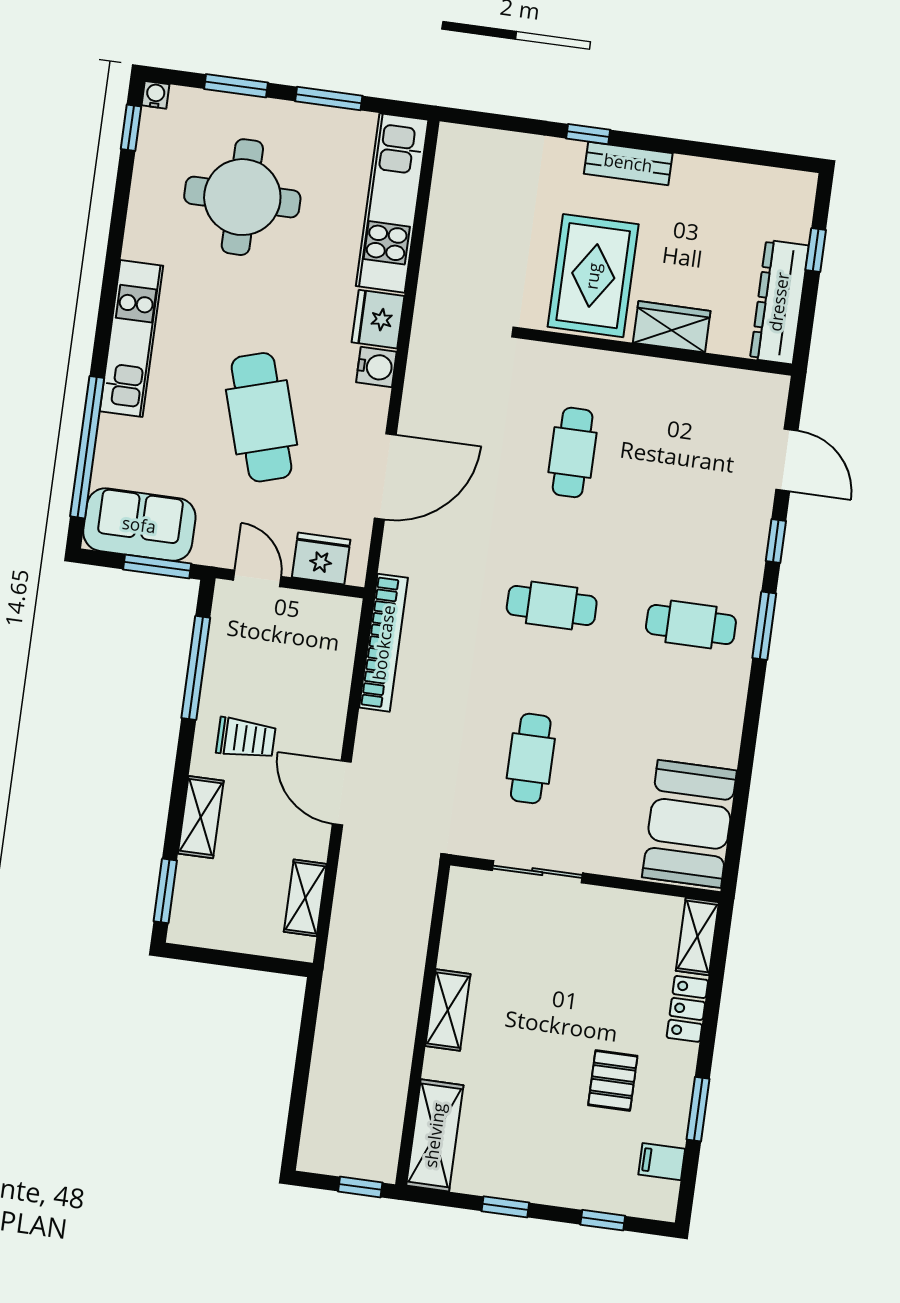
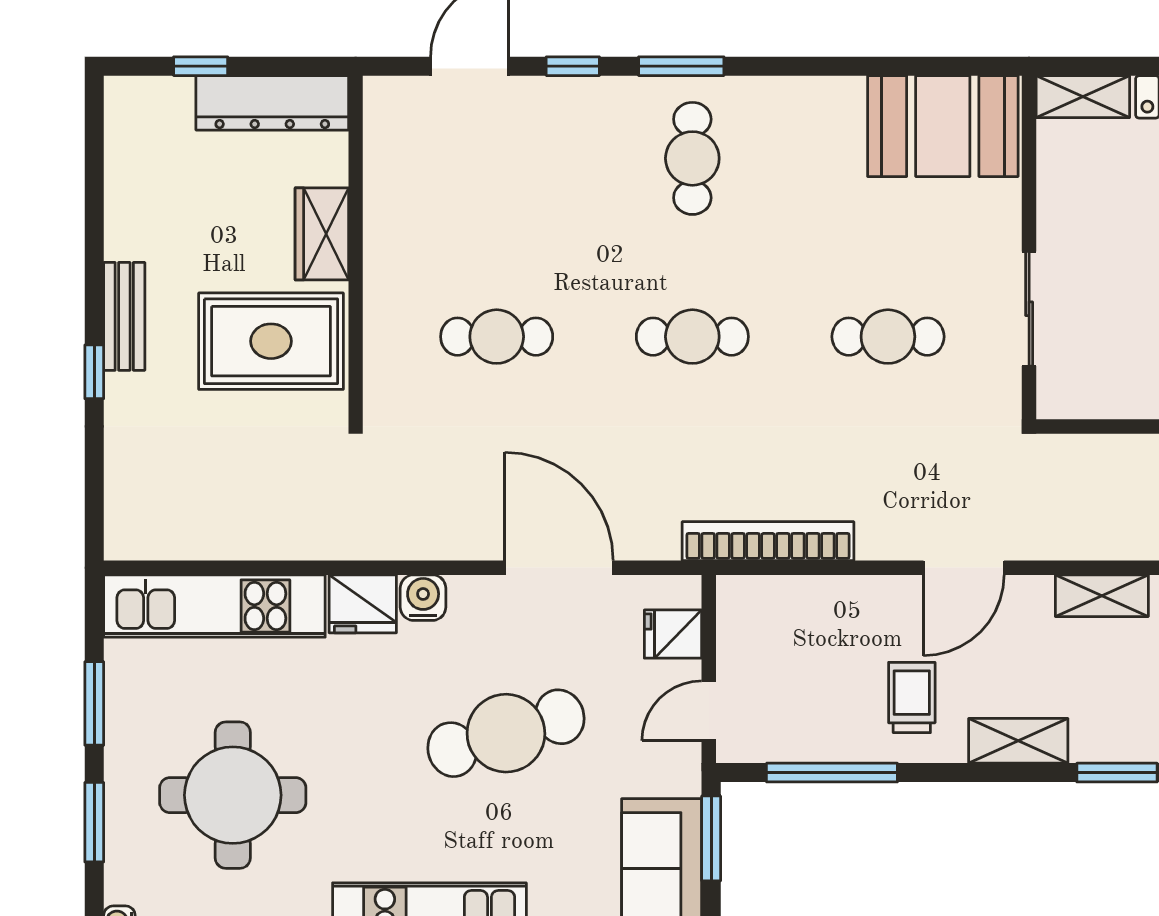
fridge: (321, 558) -> (673, 634), width x0.72
cafe table: (552, 605) -> (692, 337), turned 90

